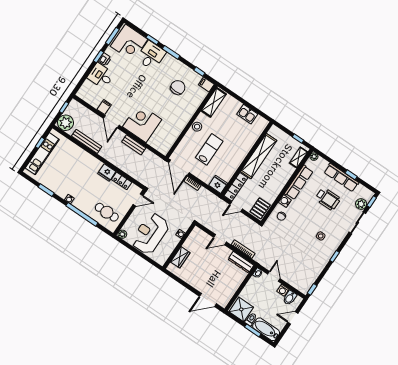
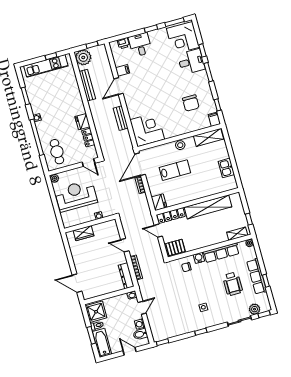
printer: (105, 59) -> (123, 43), moved
chair: (178, 88) -> (191, 103), turned 90
corner desk: (142, 123) -> (147, 130), moved

